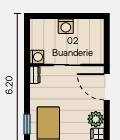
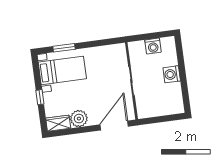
washing machine: (37, 57) -> (153, 46), moved
dresser: (35, 75) -> (117, 49), removed

